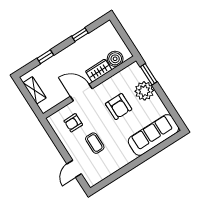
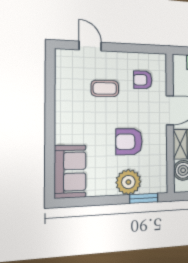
armchair: (73, 123) -> (143, 80), turned -90
sofa: (153, 135) -> (70, 172), width x0.73

